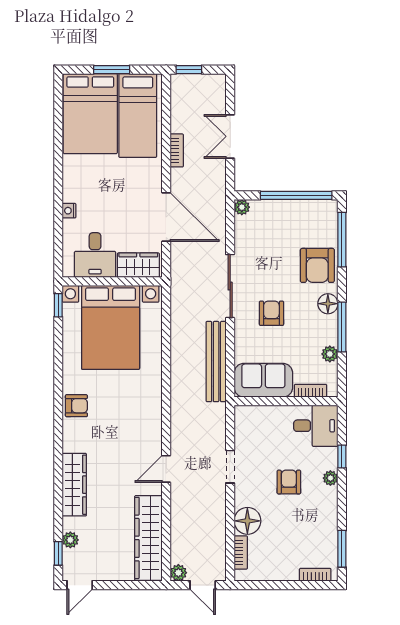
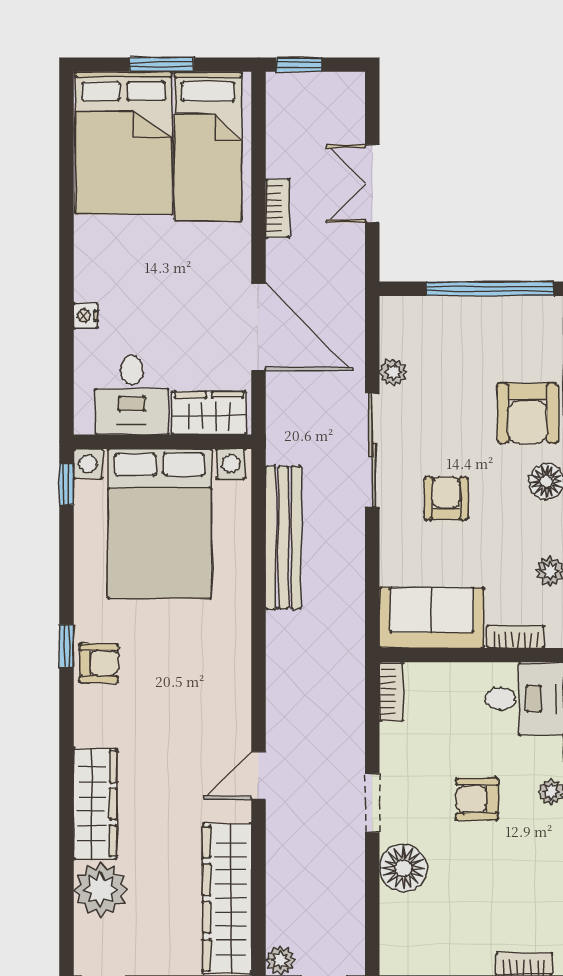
plant: (242, 207) -> (393, 372), moved
bench: (216, 362) -> (283, 537), moved
doorway: (230, 467) -> (372, 803), moved
armchair: (289, 482) -> (477, 799), turned -90
plant: (70, 540) -> (101, 889), width x1.87, depth x1.87
bookcase: (241, 552) -> (391, 692), moved
window: (58, 553) -> (66, 646), moved

